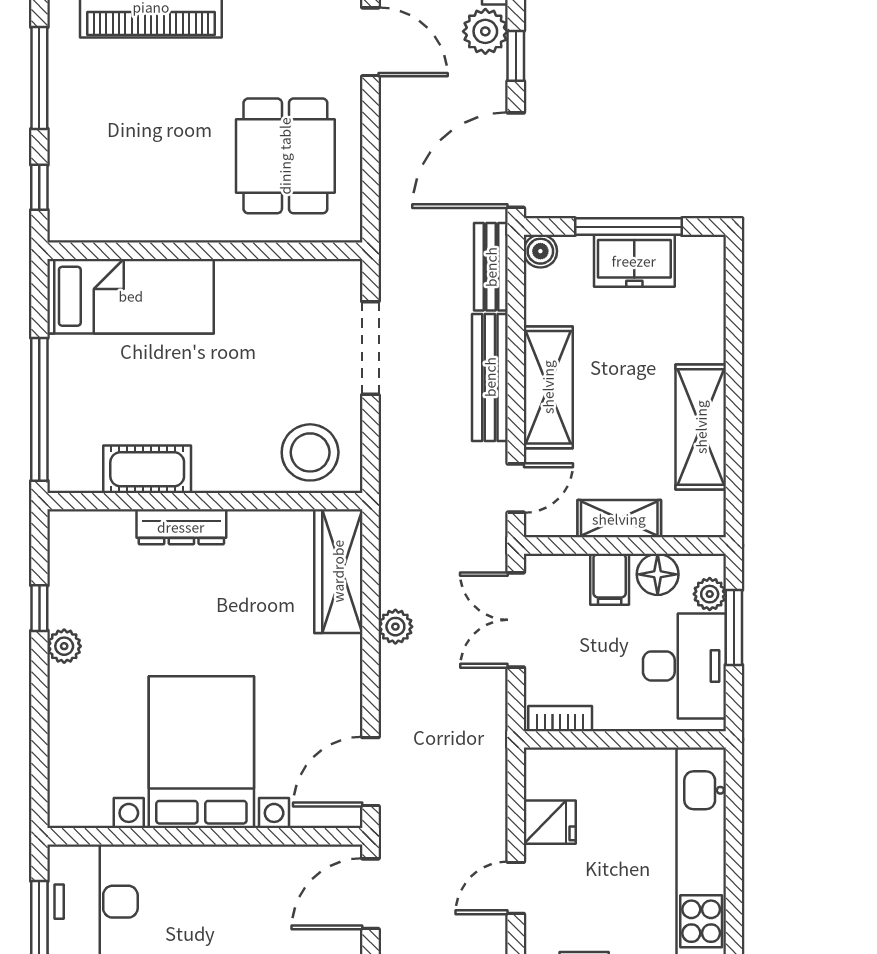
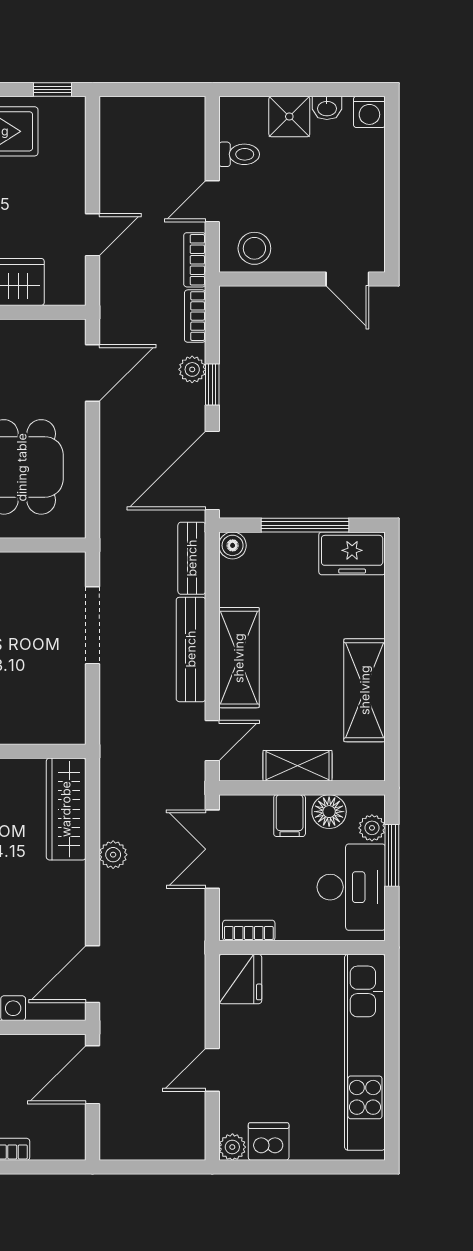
plant: (485, 31) -> (192, 369), width x0.73, depth x0.73
door: (370, 42) -> (93, 373), hinge flipped
freezer: (634, 261) -> (352, 553), moved
stool: (310, 452) -> (43, 711), removed
fridge: (550, 822) -> (240, 979), moved, width x1.38

